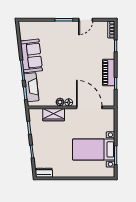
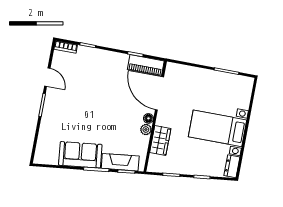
piano: (109, 73) -> (146, 65), moved
door: (89, 107) -> (159, 93), hinge flipped
bed with nightstands: (94, 149) -> (218, 128), moved, turned 90

